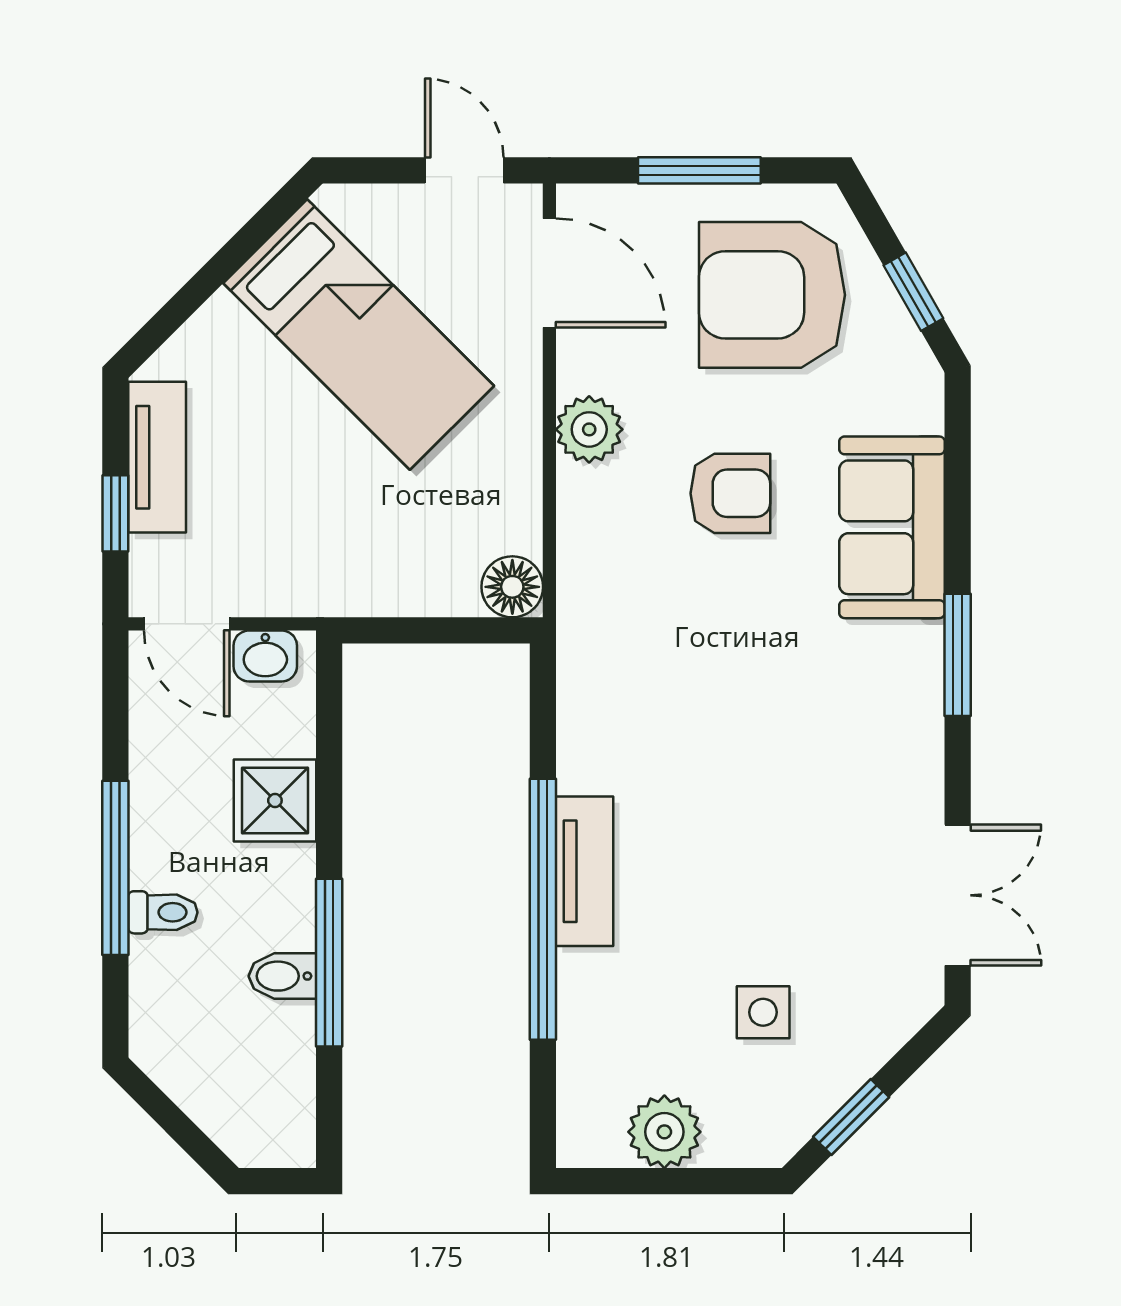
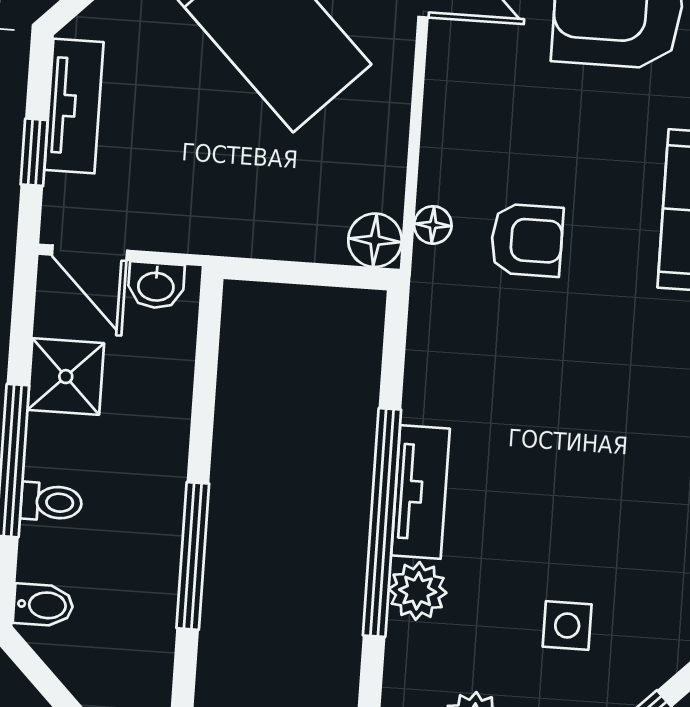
plant: (589, 429) -> (418, 591), moved
armchair: (730, 493) -> (527, 240), moved
floor lamp: (577, 565) -> (433, 225), added
shower: (275, 801) -> (66, 377), moved
bidet: (282, 976) -> (43, 605), moved, turned 180

